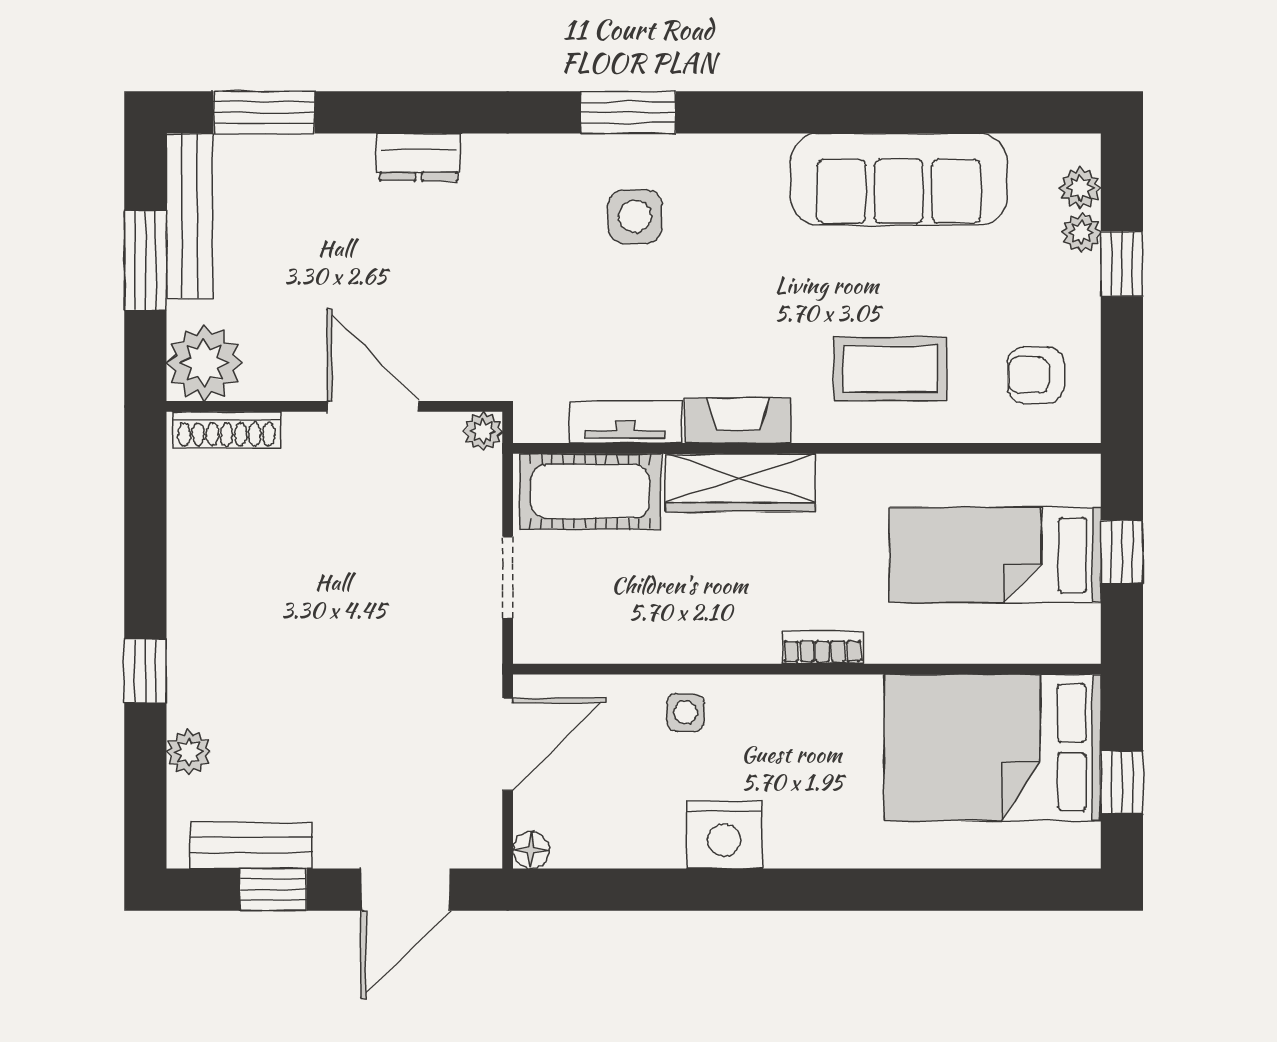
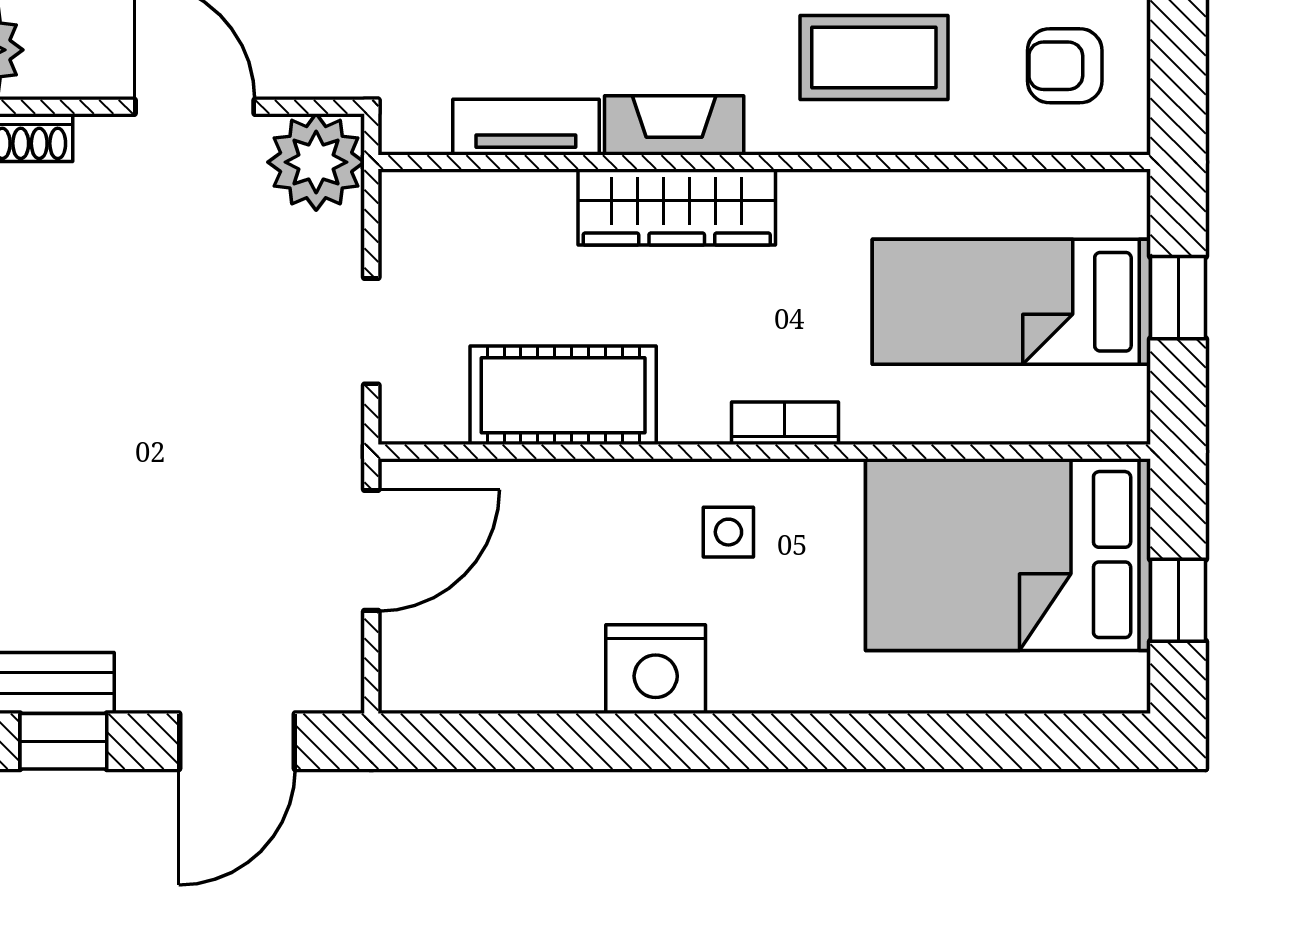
plant: (483, 431) -> (316, 162), width x1.88, depth x1.88
cot: (590, 491) -> (563, 395), moved
side table: (686, 712) -> (728, 532), moved
floor lamp: (531, 850) -> (402, 690), removed

